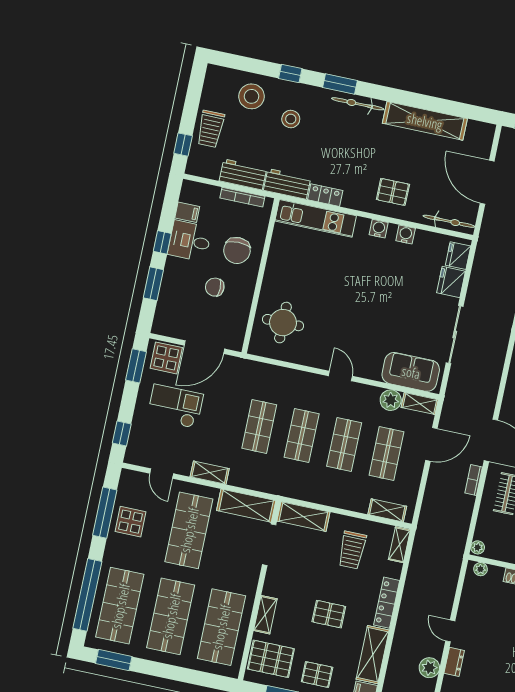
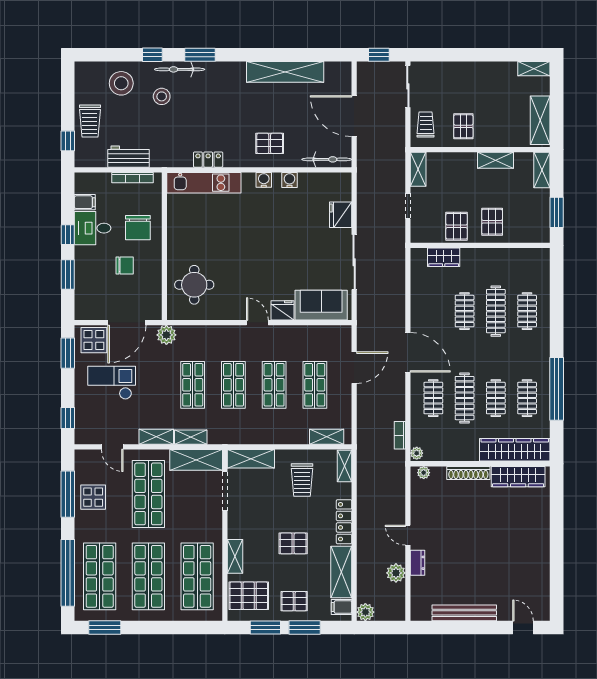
bicycle: (358, 104) -> (180, 69), moved
workbench: (287, 184) -> (171, 157), removed
fridge: (458, 256) -> (282, 310), moved, turned 90
chair: (215, 287) -> (125, 266), turned 180
plant: (391, 400) -> (166, 335), moved
shelving: (420, 404) -> (191, 437), moved
bookcase: (474, 480) -> (400, 435), moved

